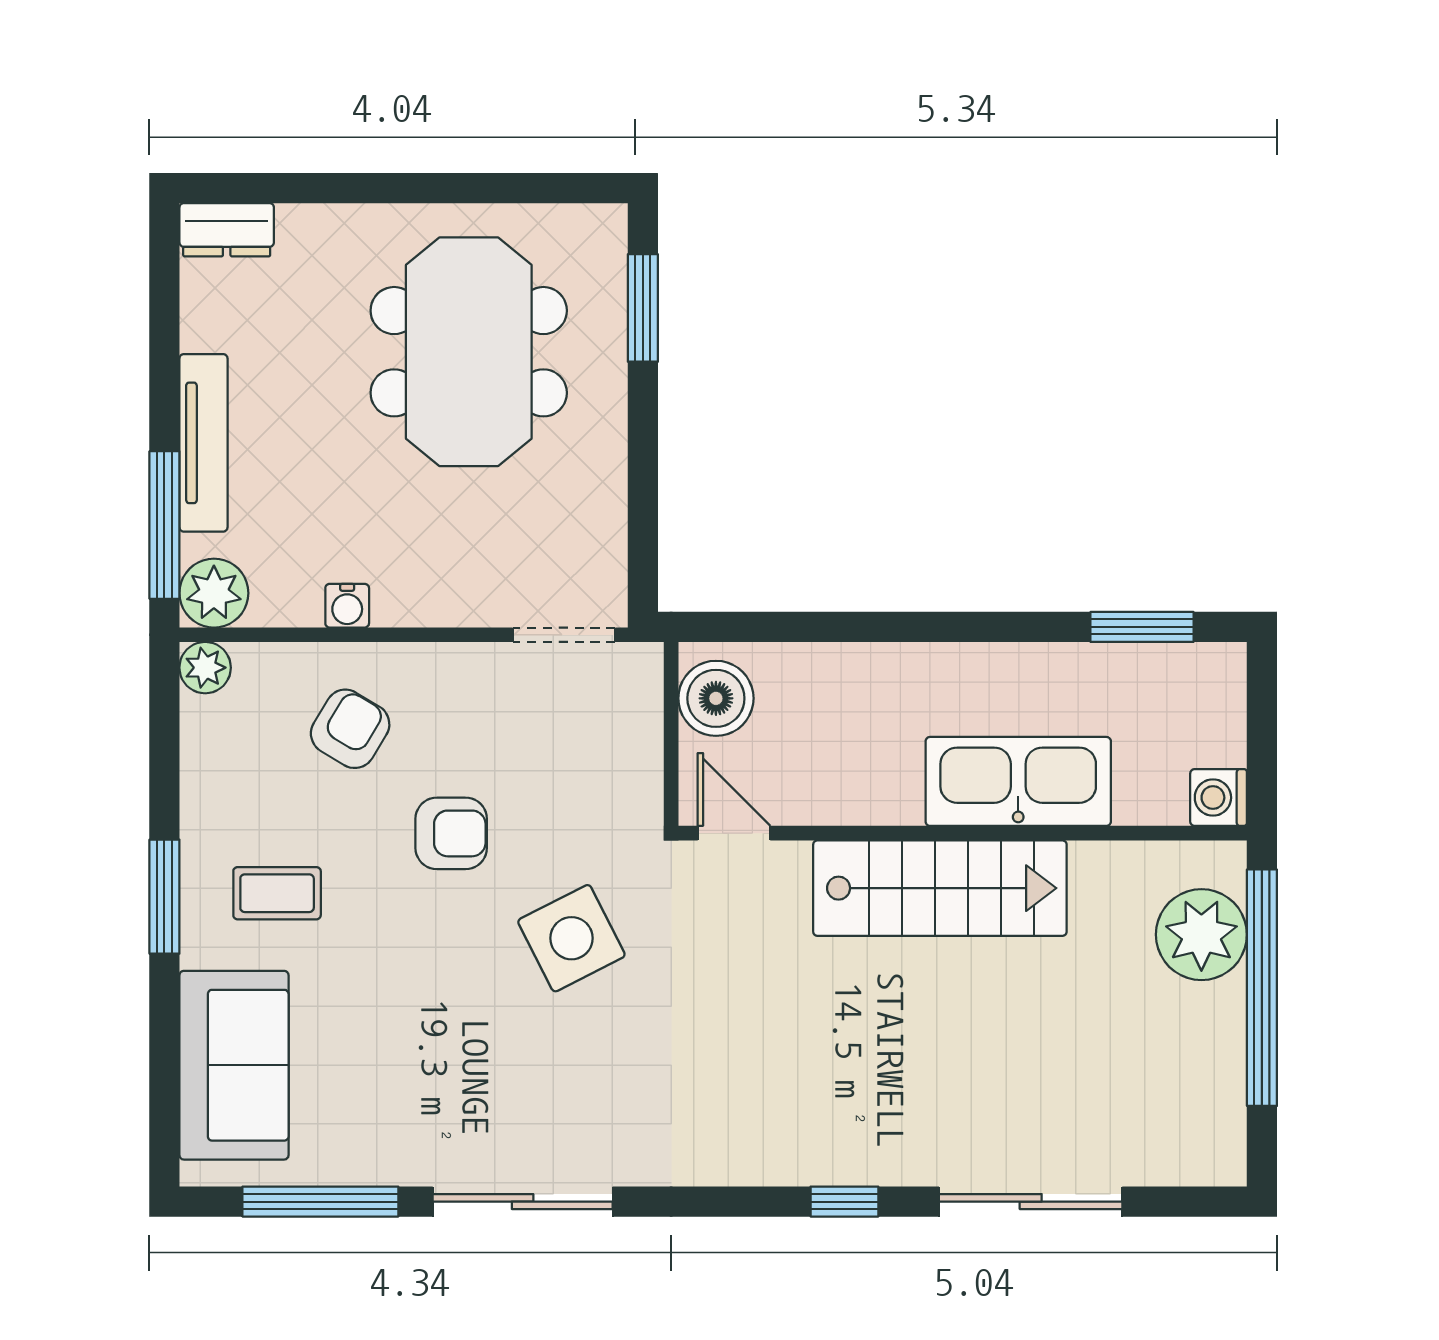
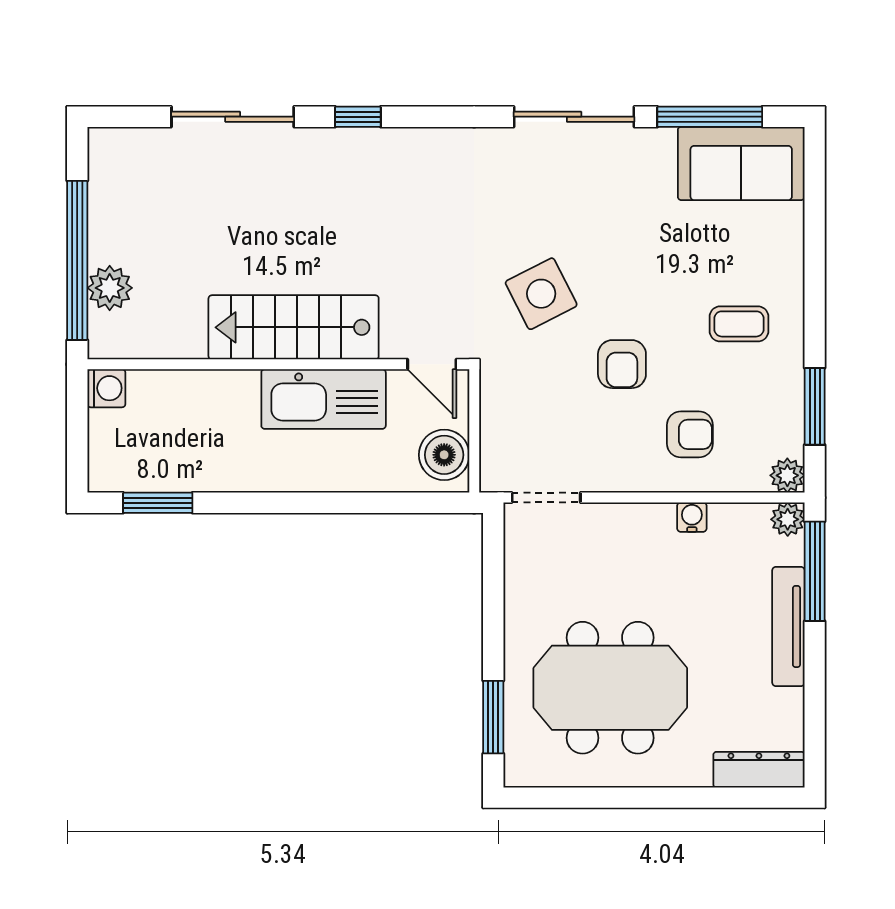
dresser: (227, 230) -> (759, 770), width x1.44
meeting table: (469, 352) -> (610, 688), turned 90
plant: (214, 593) -> (788, 519), width x0.73, depth x0.73
armchair: (350, 729) -> (690, 434), turned -121
kitchen sink: (1018, 781) -> (324, 399), moved
armchair: (451, 833) -> (622, 364), turned -90
window: (164, 897) -> (815, 406), moved
plant: (1201, 935) -> (110, 288), width x0.73, depth x0.73
sofa: (234, 1065) -> (741, 163), moved, turned -90

